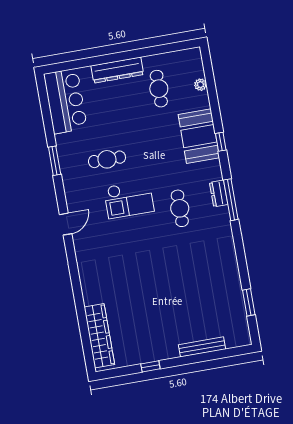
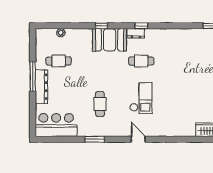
window: (130, 55) -> (33, 76), added
booth: (199, 136) -> (110, 40), moved
checkout: (129, 199) -> (141, 98), moved
window: (231, 200) -> (141, 26), width x0.46

